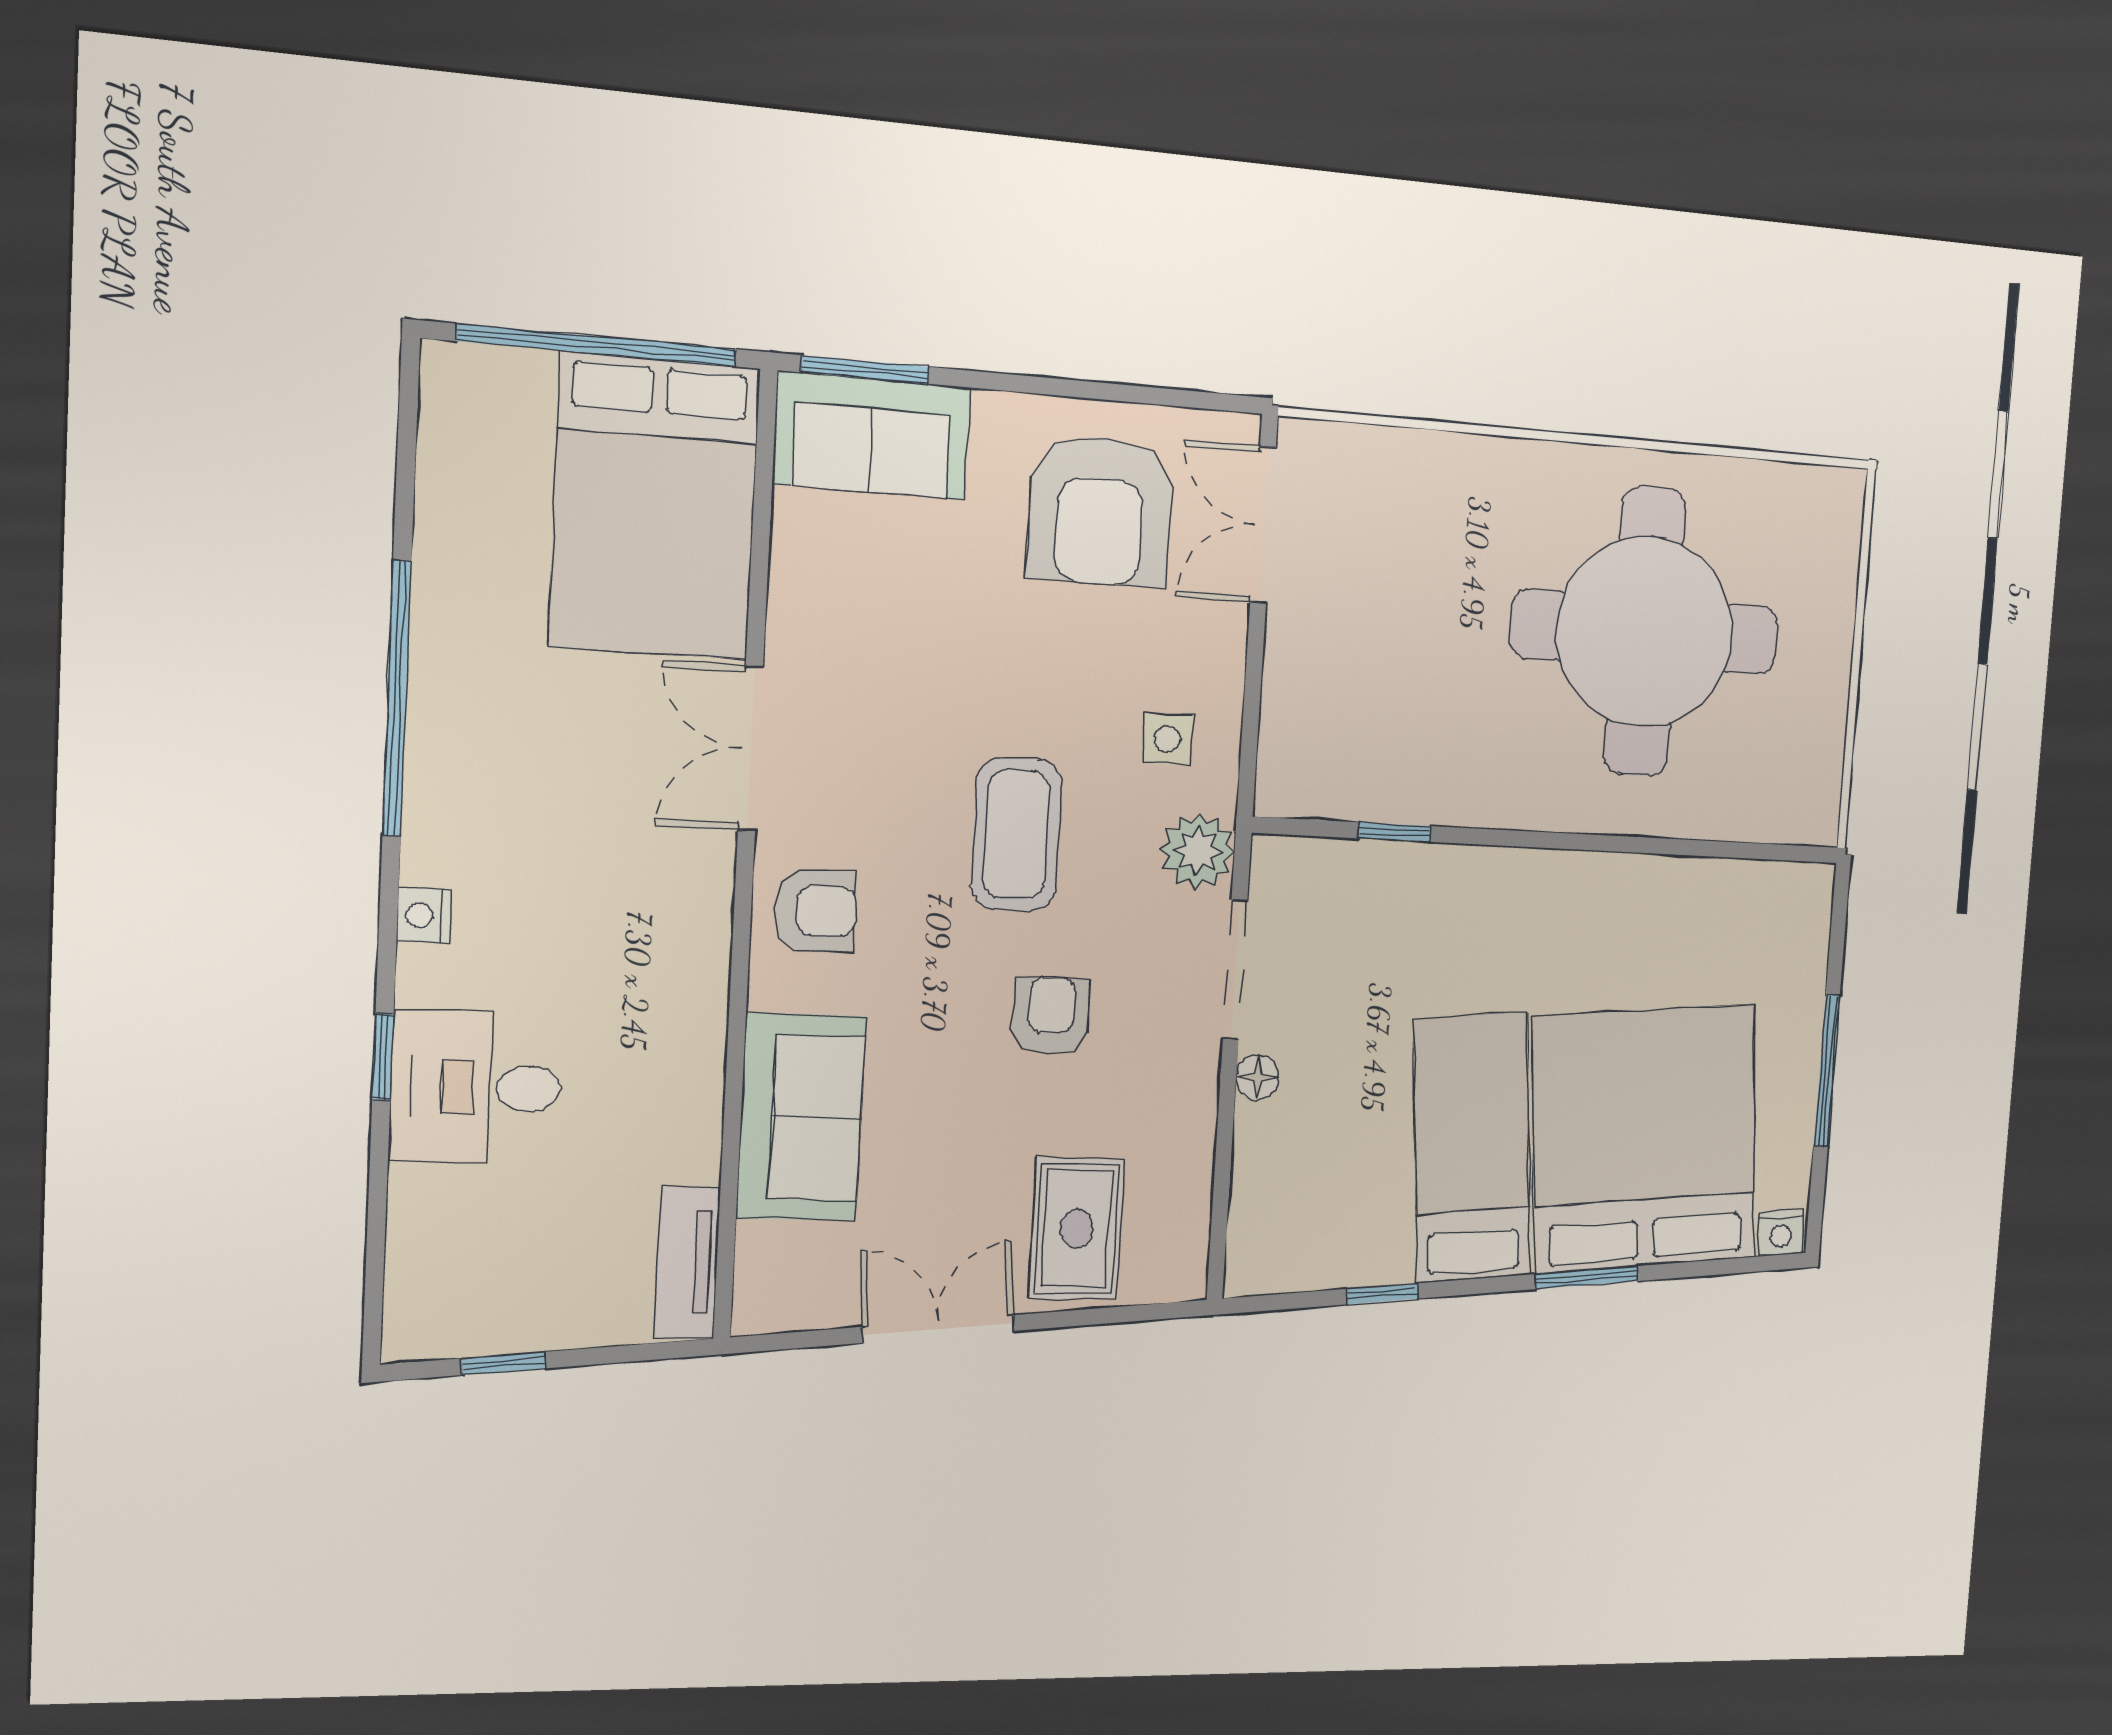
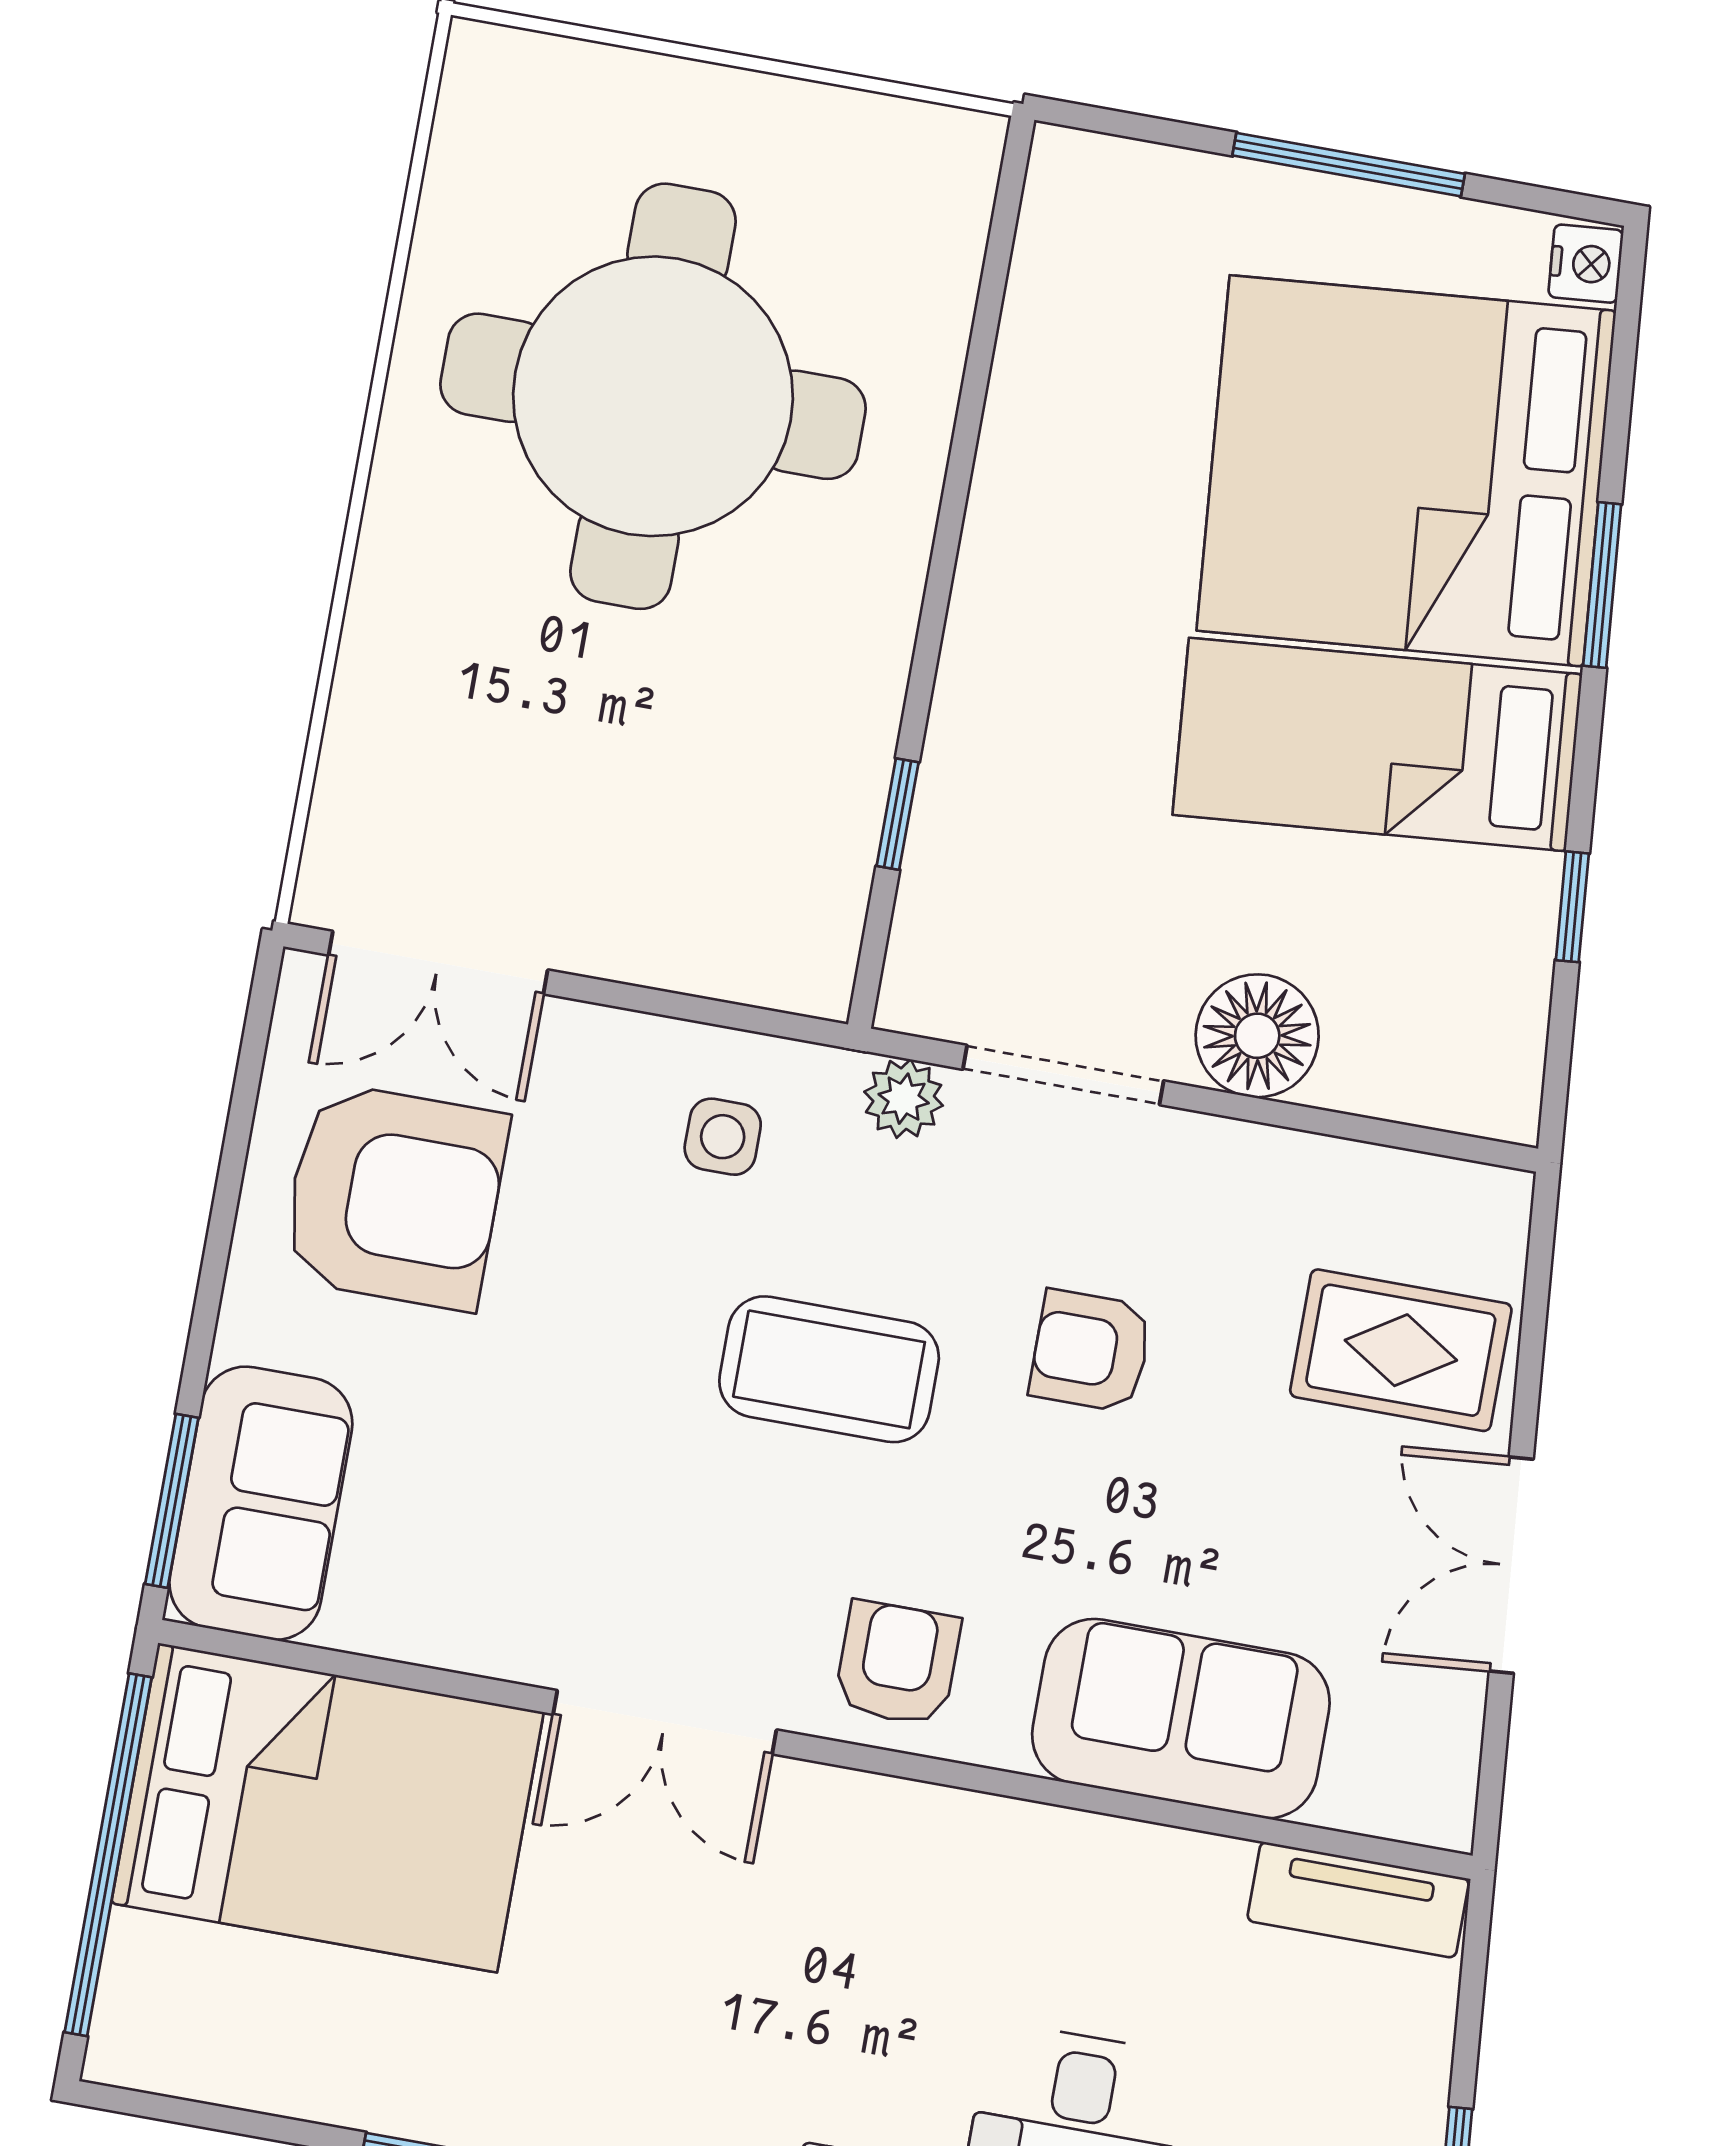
plant: (1198, 851) -> (904, 1099), width x0.73, depth x0.73
floor lamp: (1258, 1077) -> (1257, 1036), width x1.89, depth x1.89

